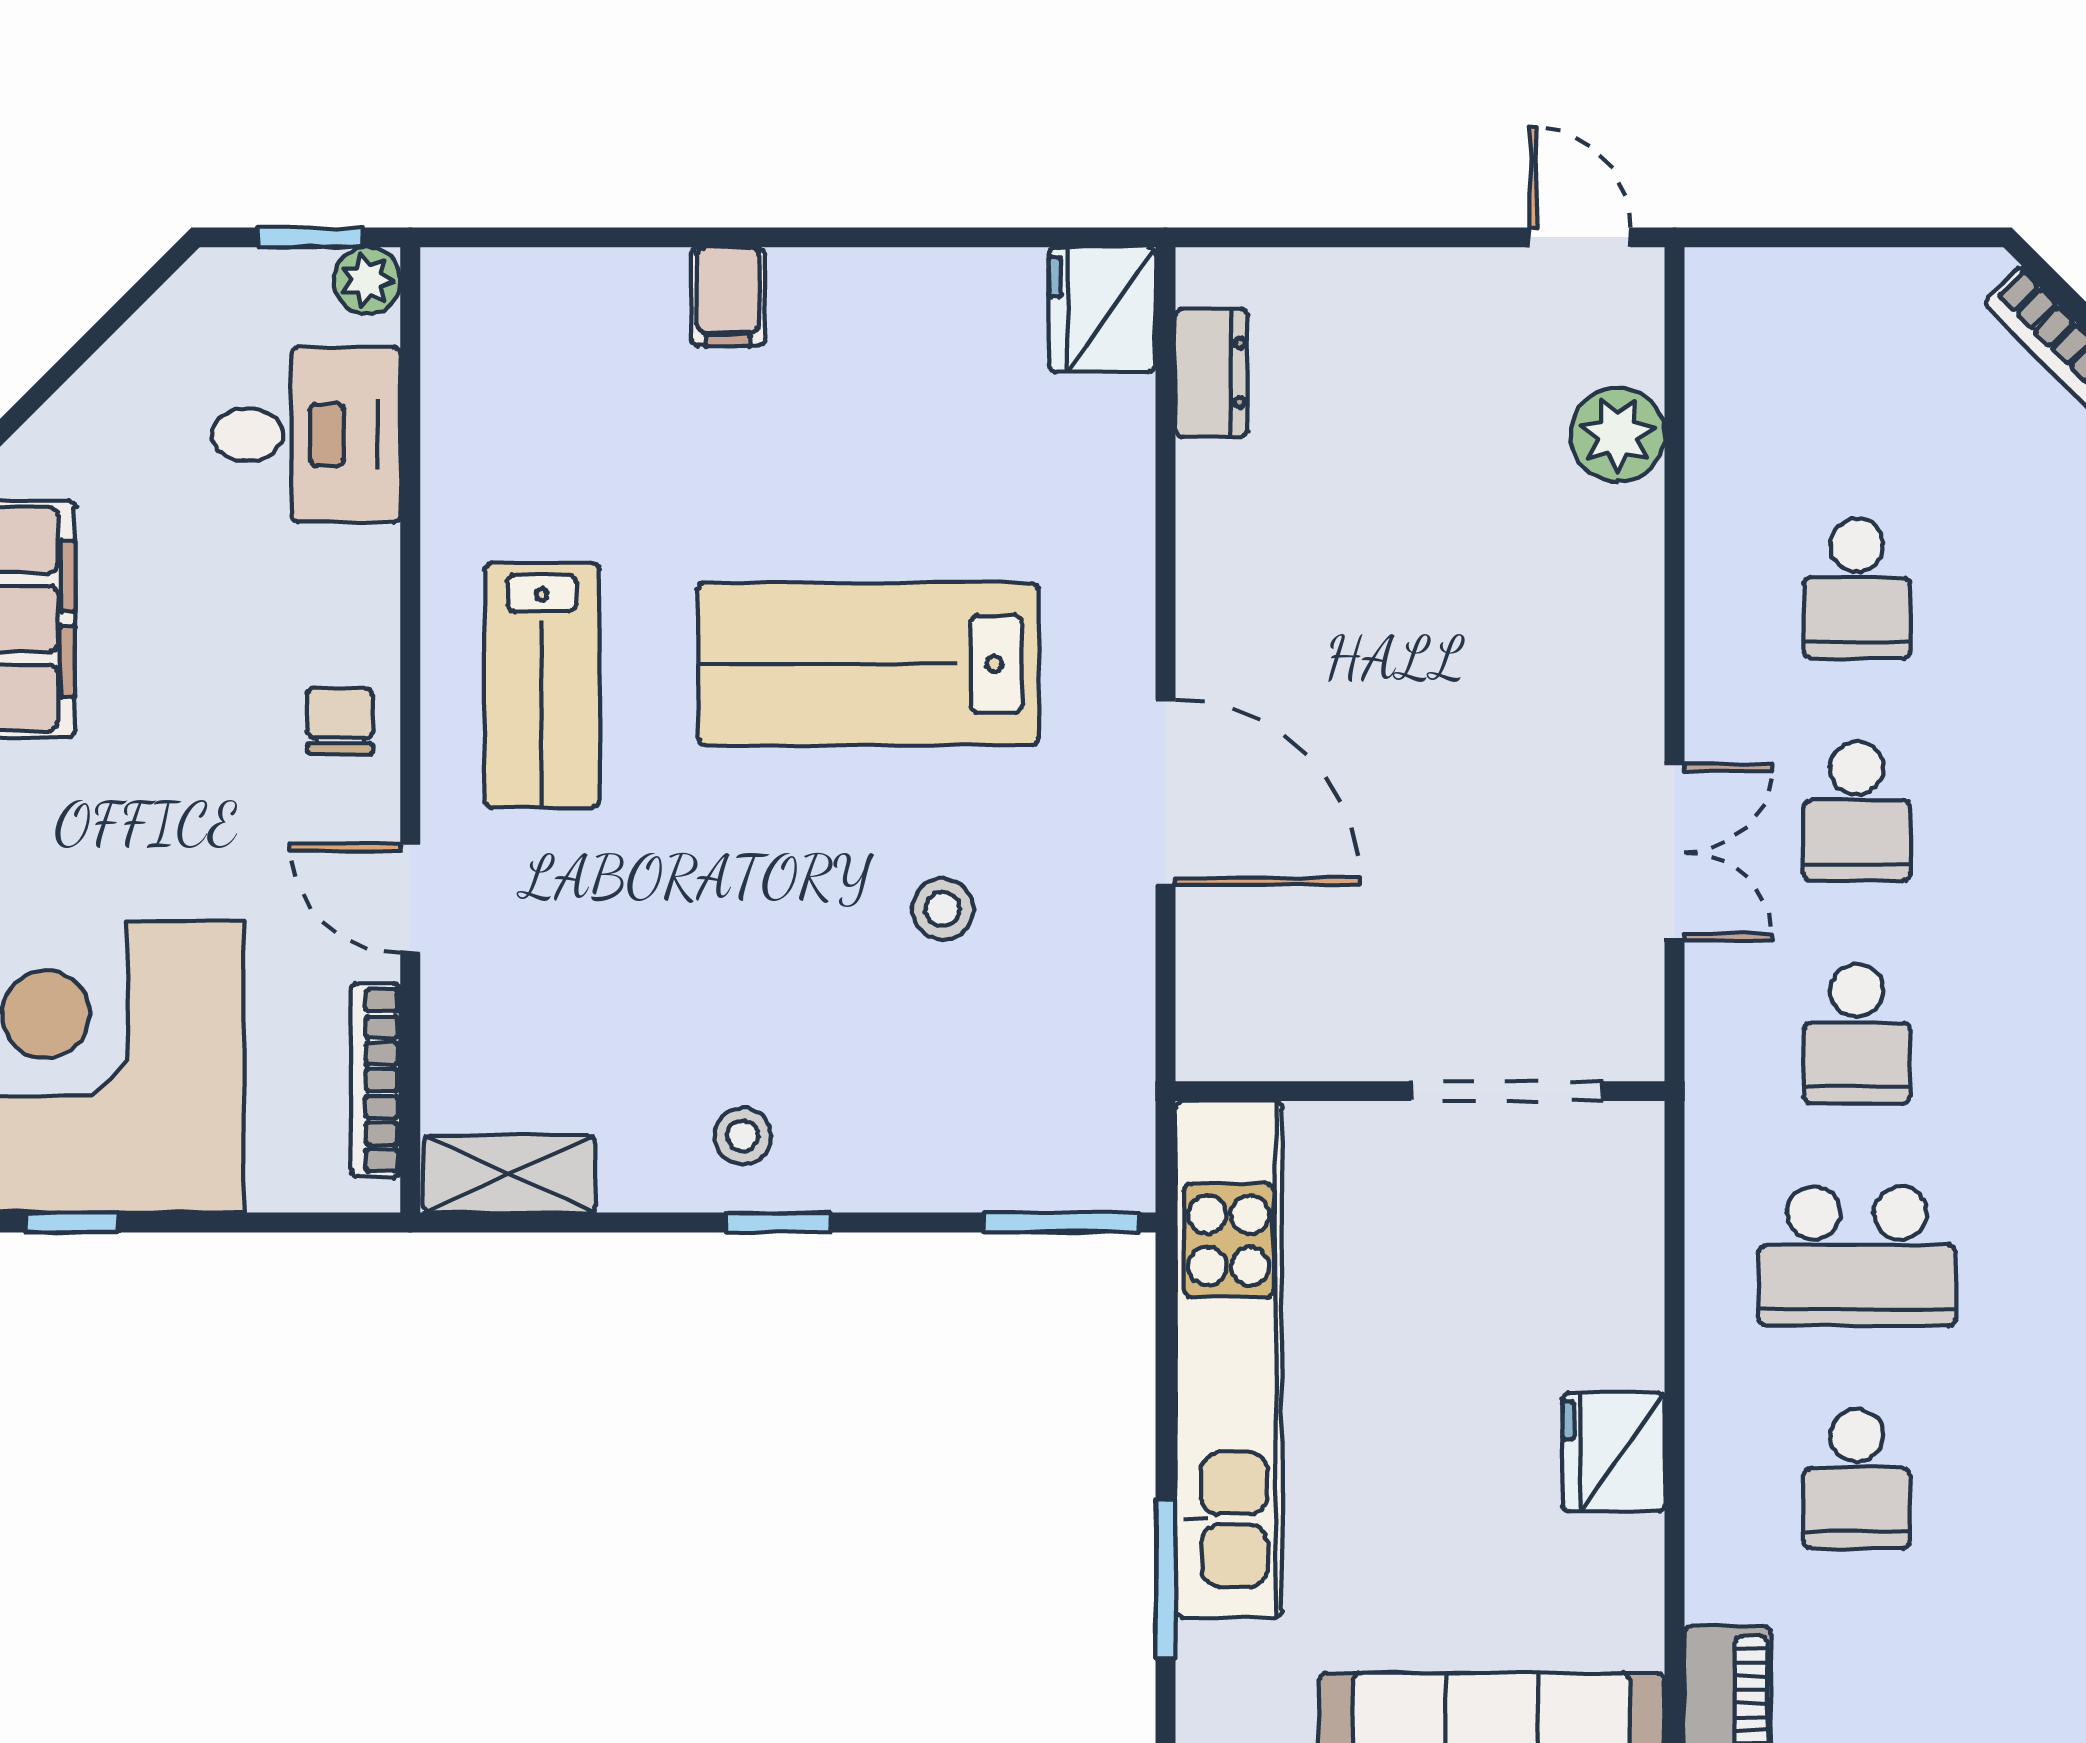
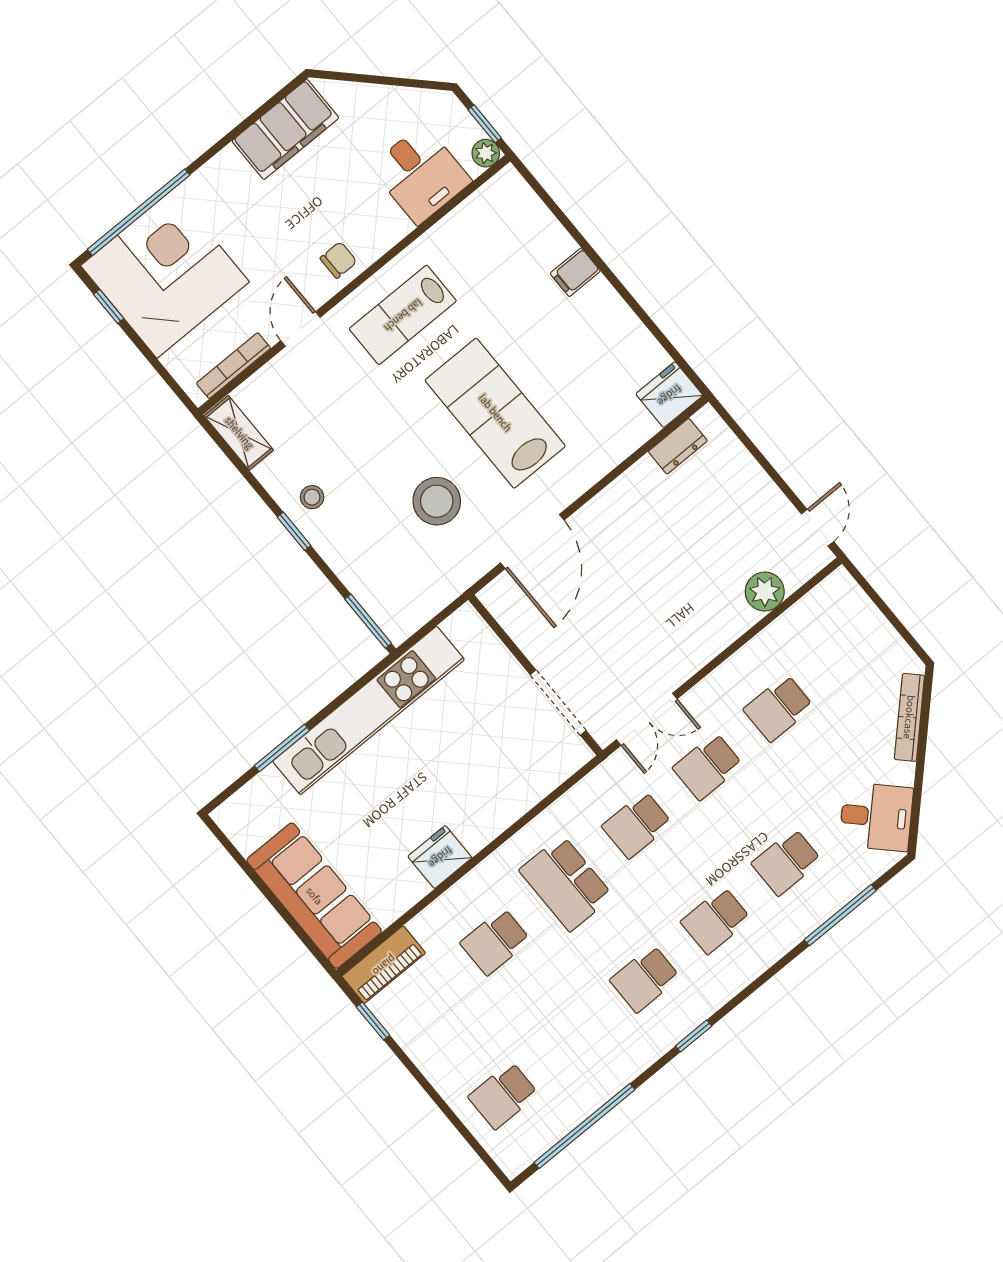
stool: (943, 909) -> (437, 501), width x1.89, depth x1.89
wall: (1420, 1091) -> (535, 675), moved
doorway: (1507, 1091) -> (558, 703), moved

